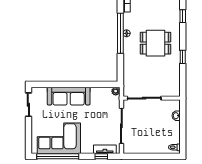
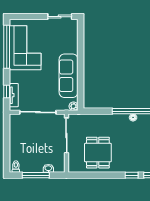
dining table: (155, 43) -> (98, 153), moved
window: (183, 57) -> (132, 175), moved
sofa: (69, 96) -> (69, 76), moved
window: (183, 128) -> (36, 175), added

